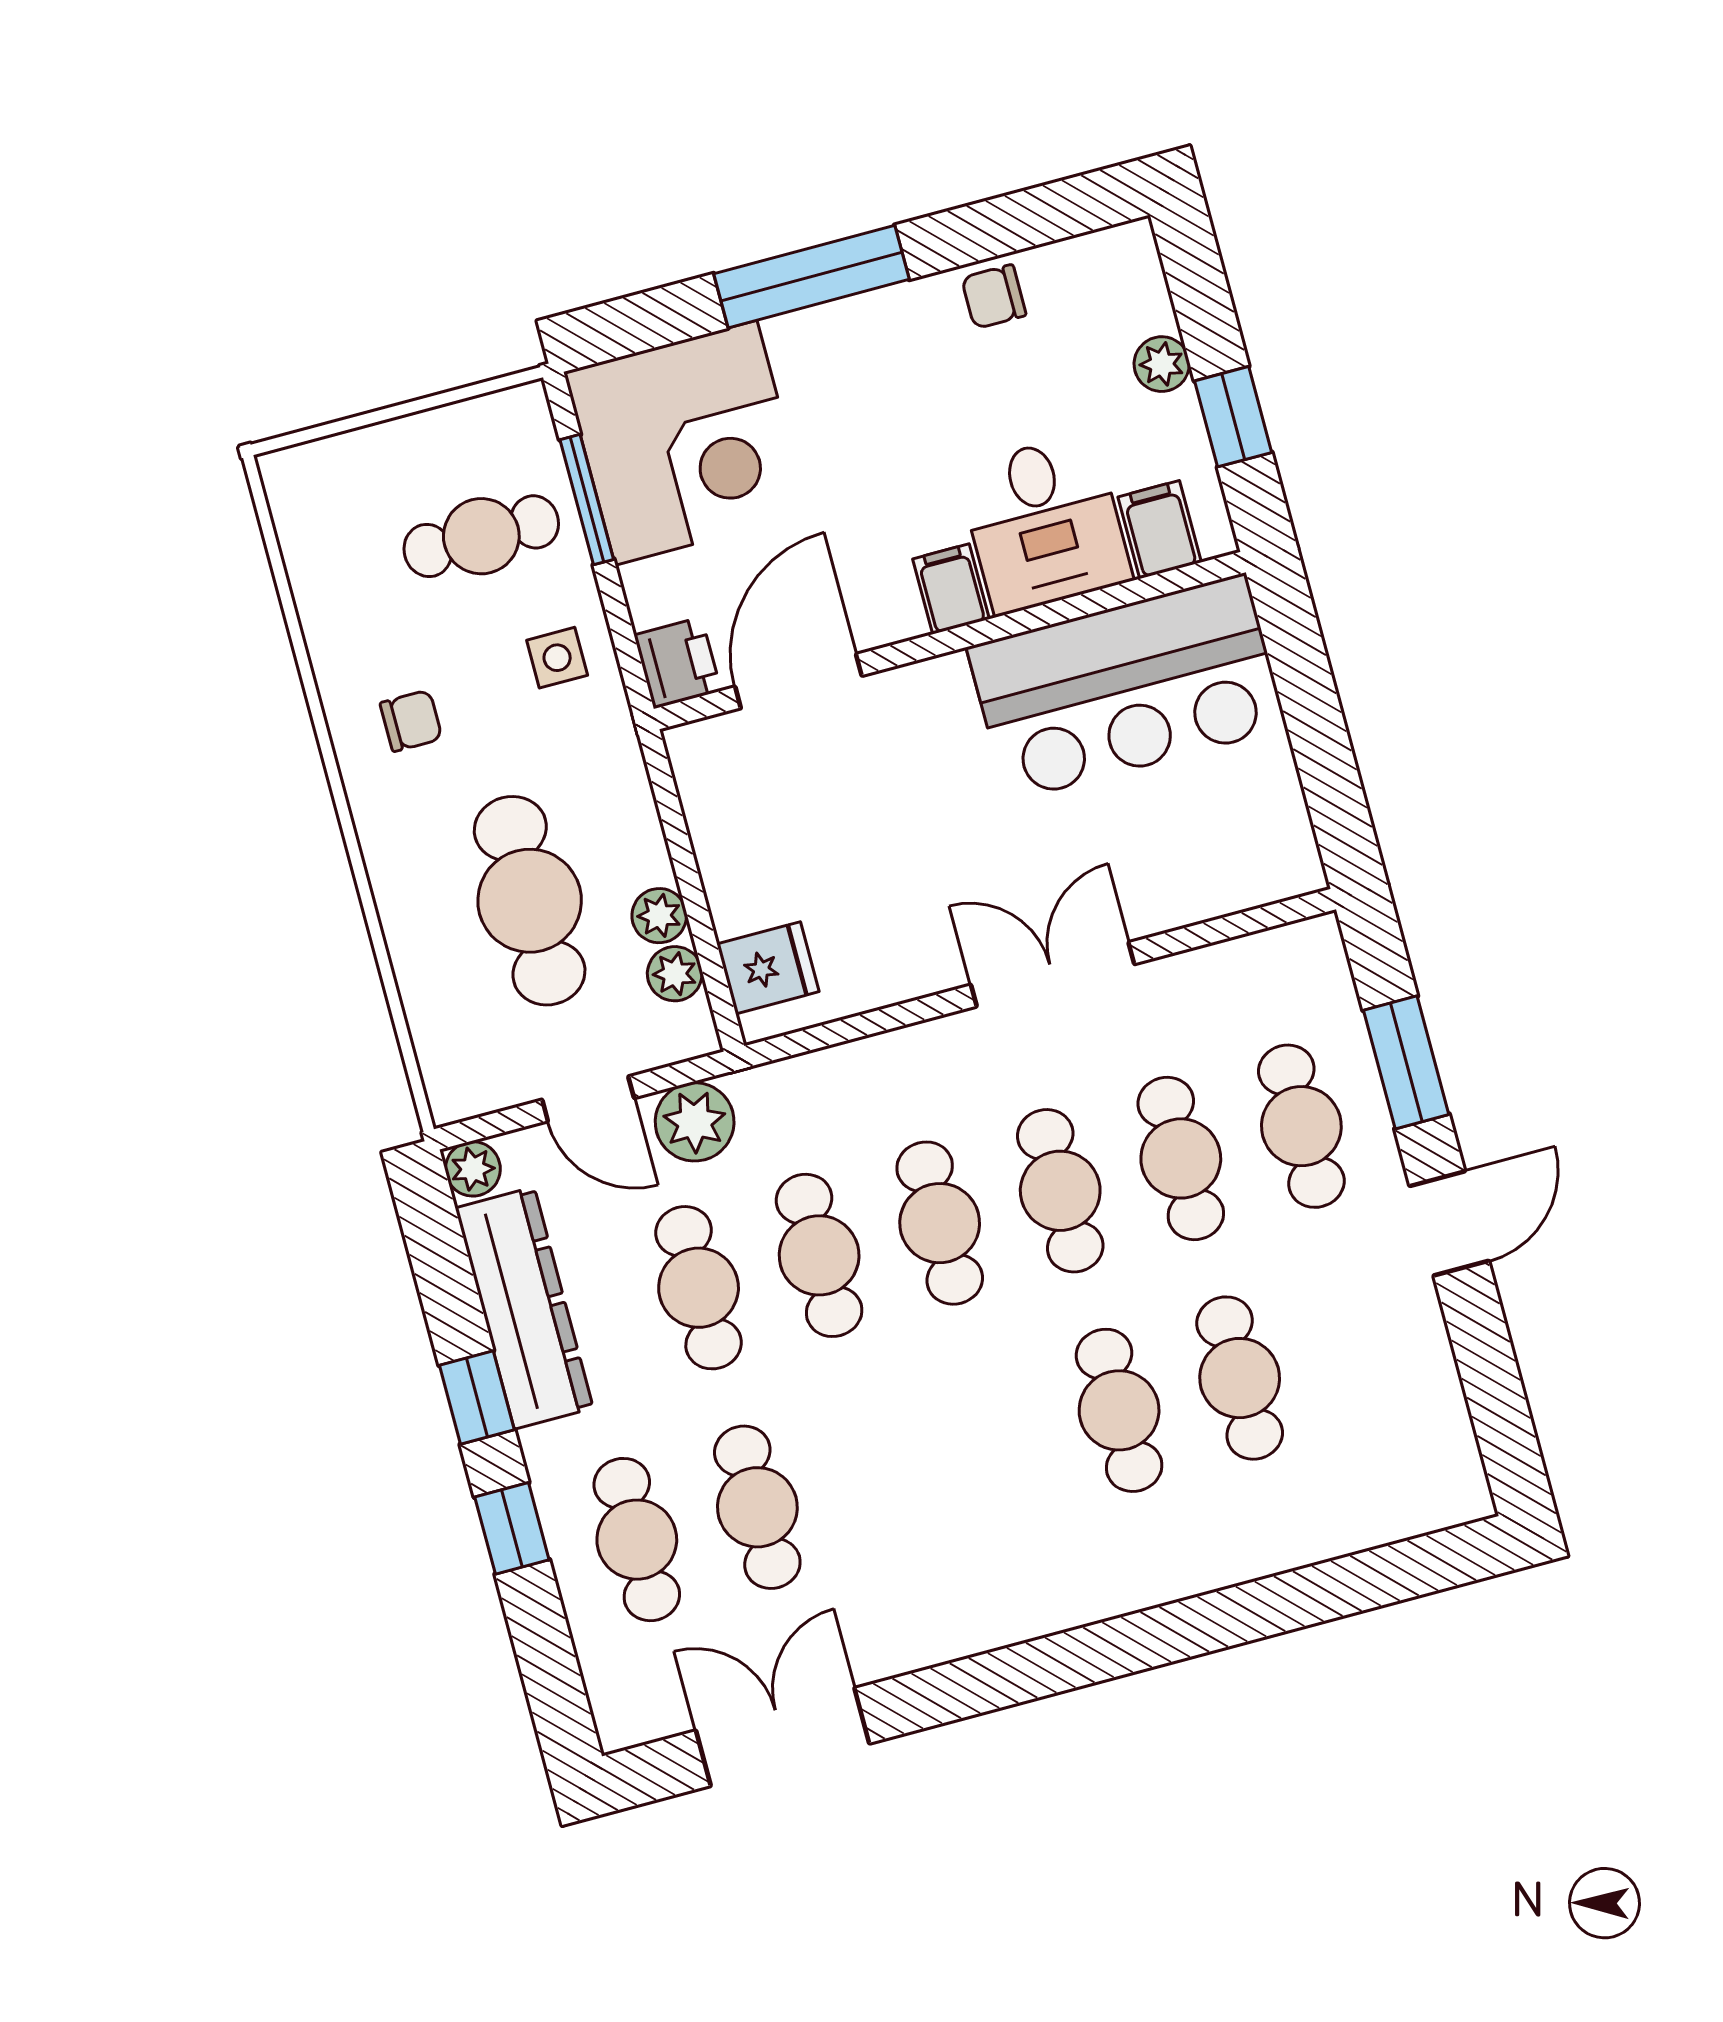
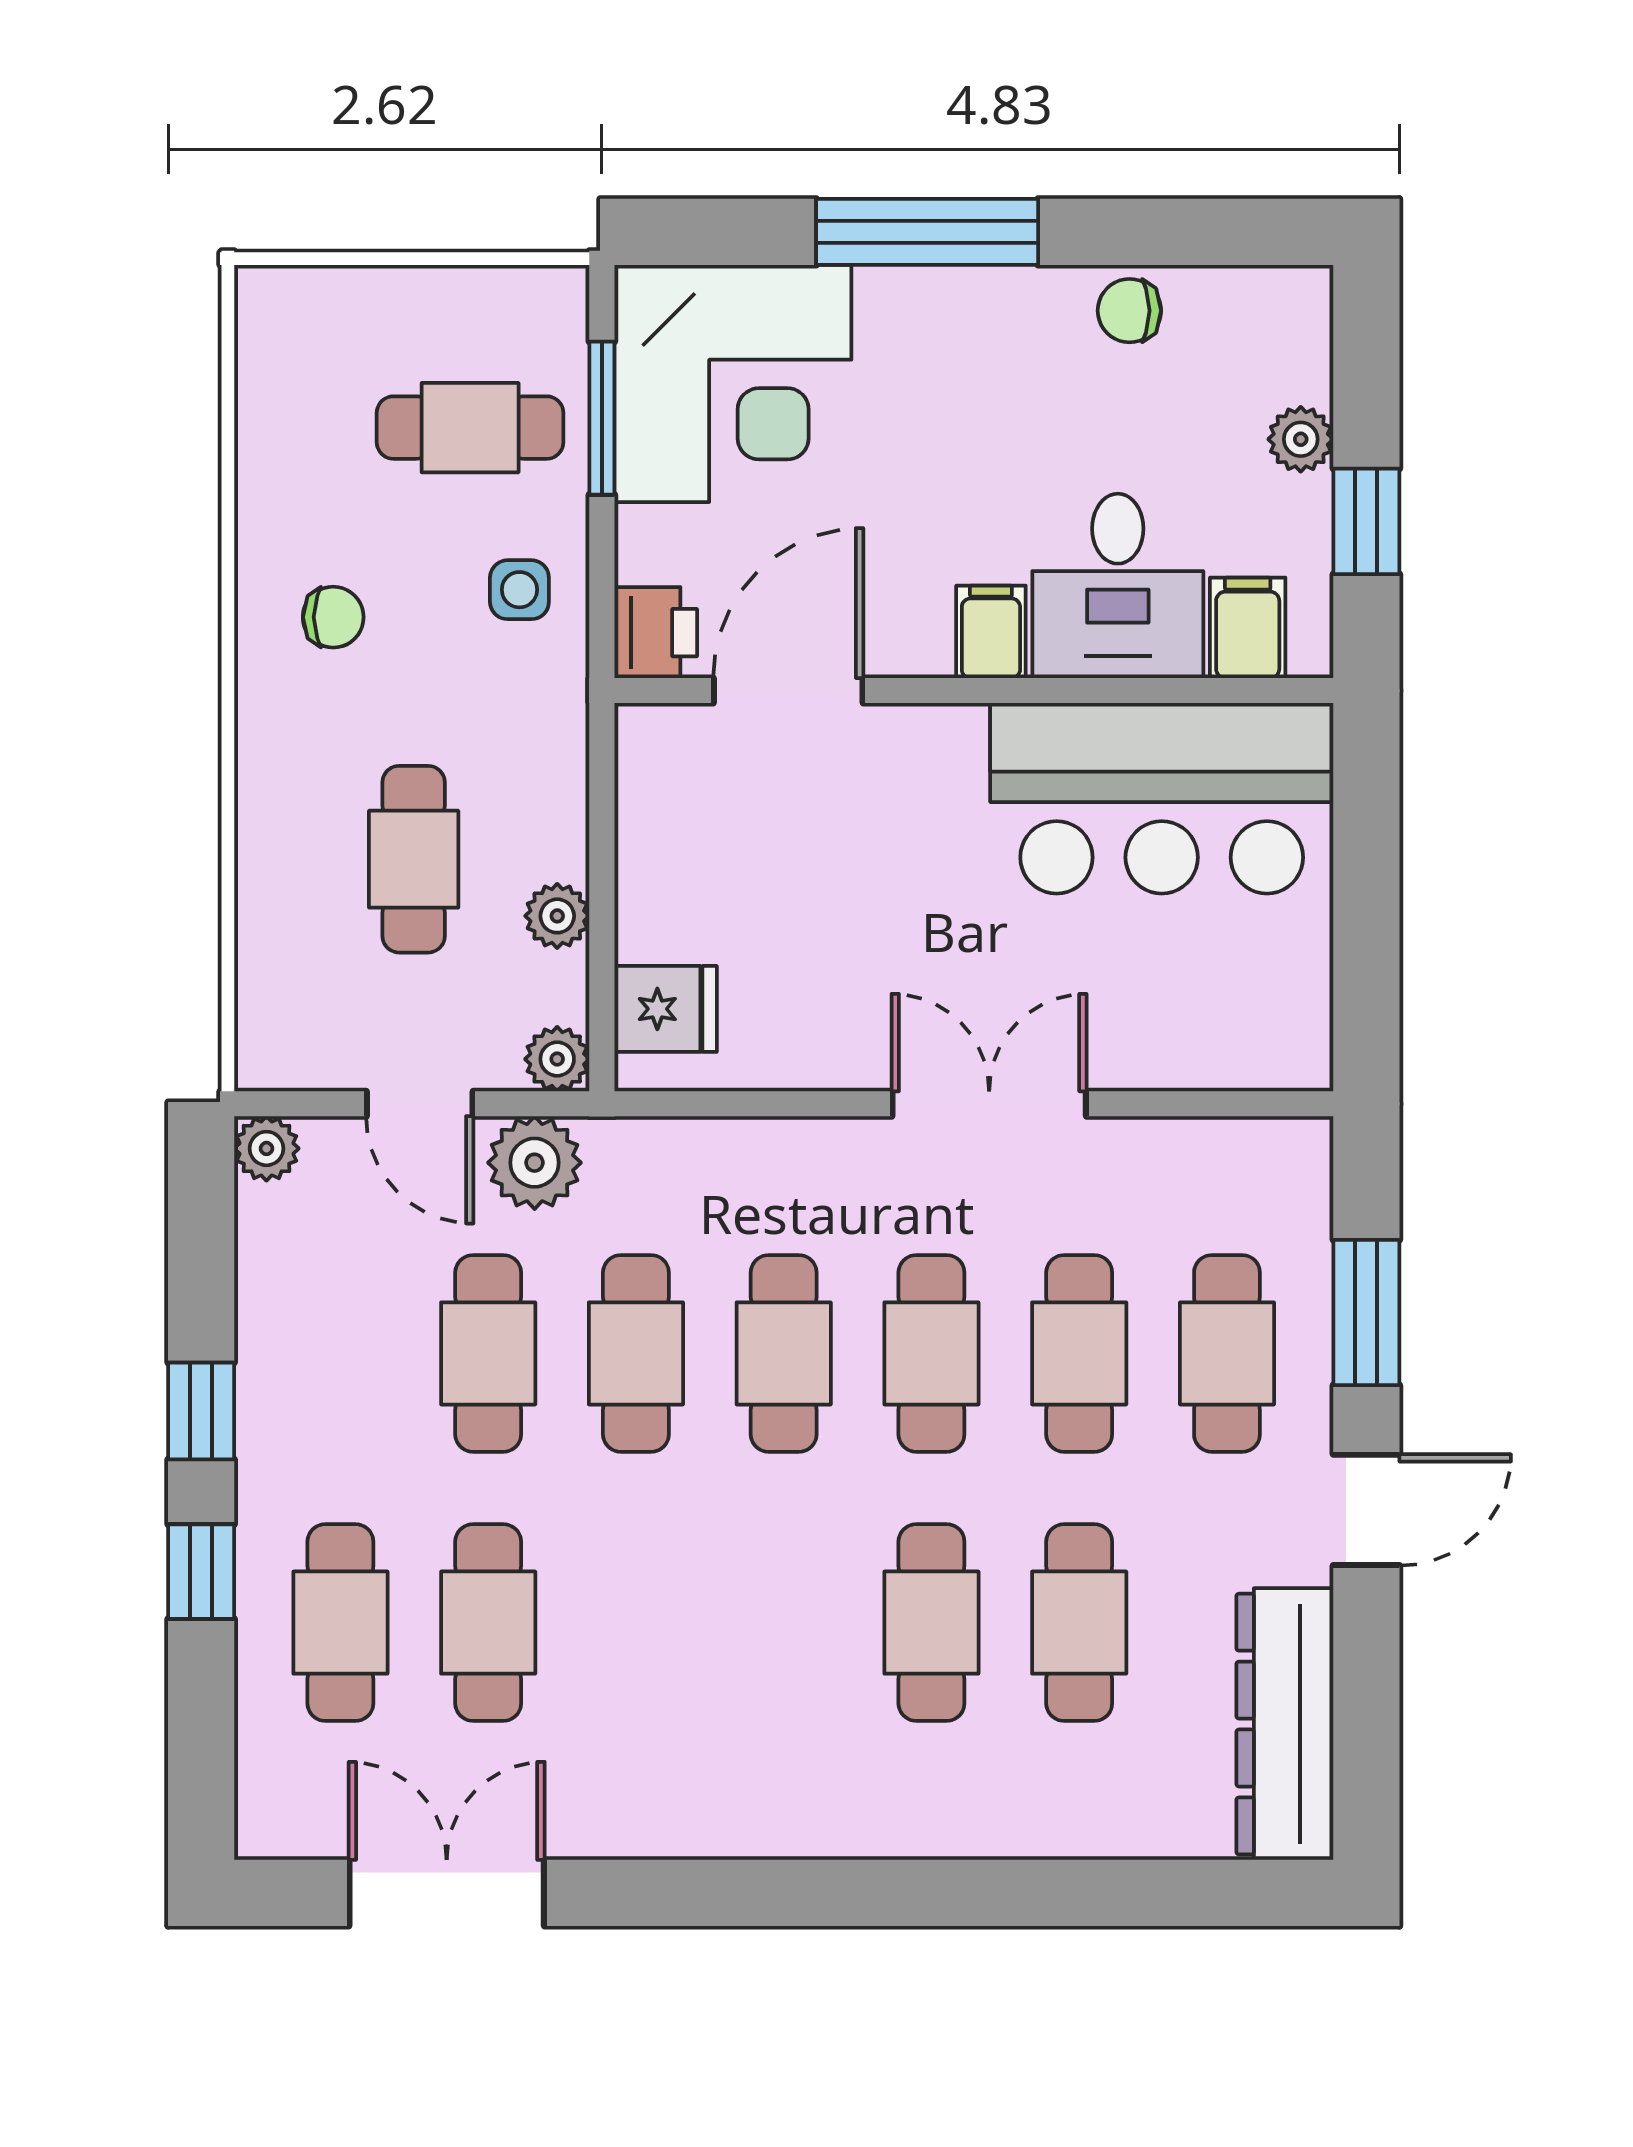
cafe table: (530, 901) -> (414, 859), width x0.73, depth x0.74
plant: (675, 974) -> (557, 1059), moved
dresser: (524, 1308) -> (1285, 1724), moved, turned 180

